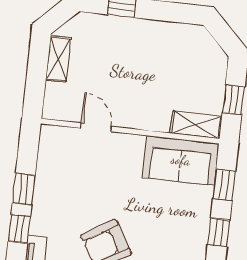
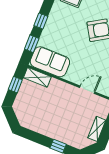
door: (96, 127) -> (87, 90), swing flipped

